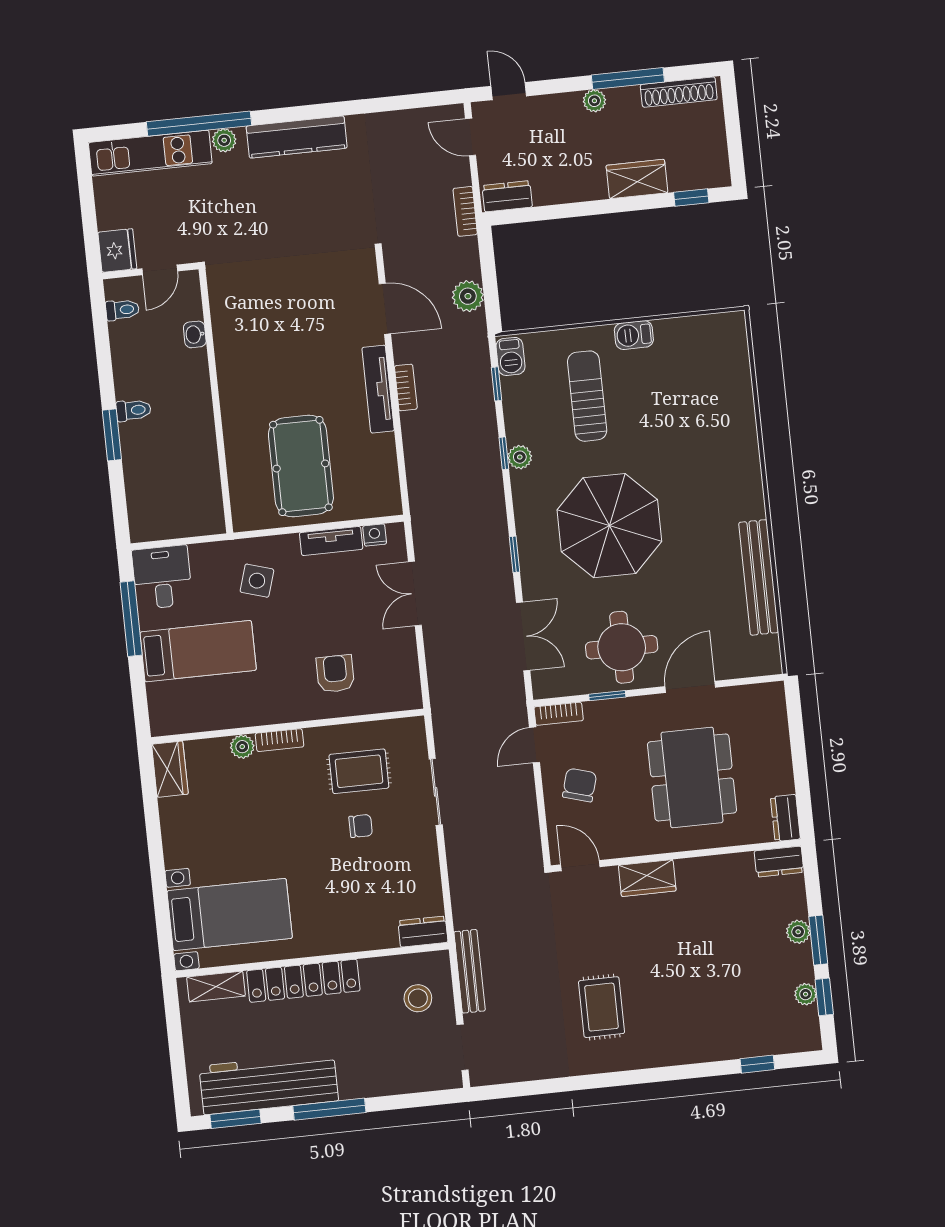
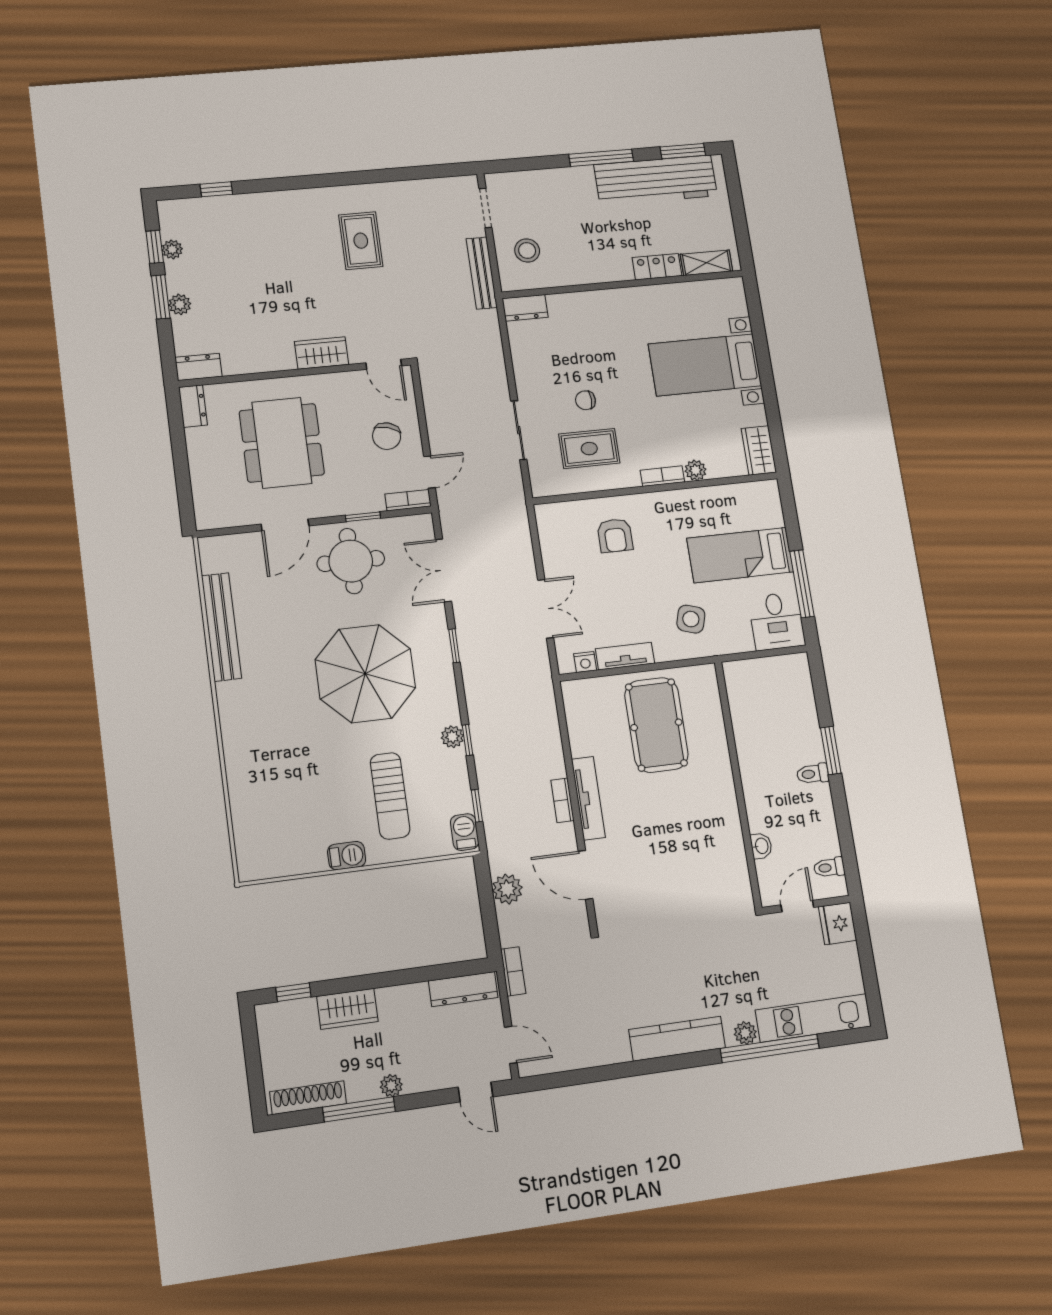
dresser: (507, 196) -> (463, 989), width x1.44
bed with nightstands: (230, 915) -> (705, 365), moved
locker: (303, 981) -> (657, 267), width x0.46, depth x0.83

